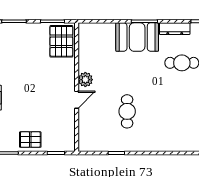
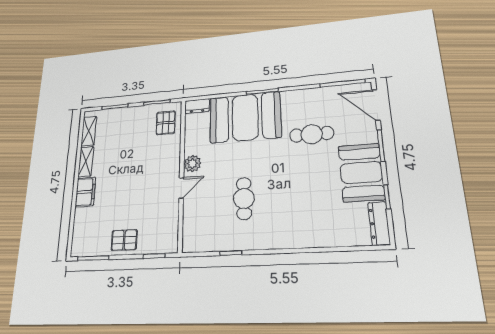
dresser: (175, 29) -> (197, 106), moved, width x0.70
booth: (137, 37) -> (245, 117), width x1.36, depth x1.42
pallet: (61, 41) -> (166, 123), width x0.67, depth x0.71

